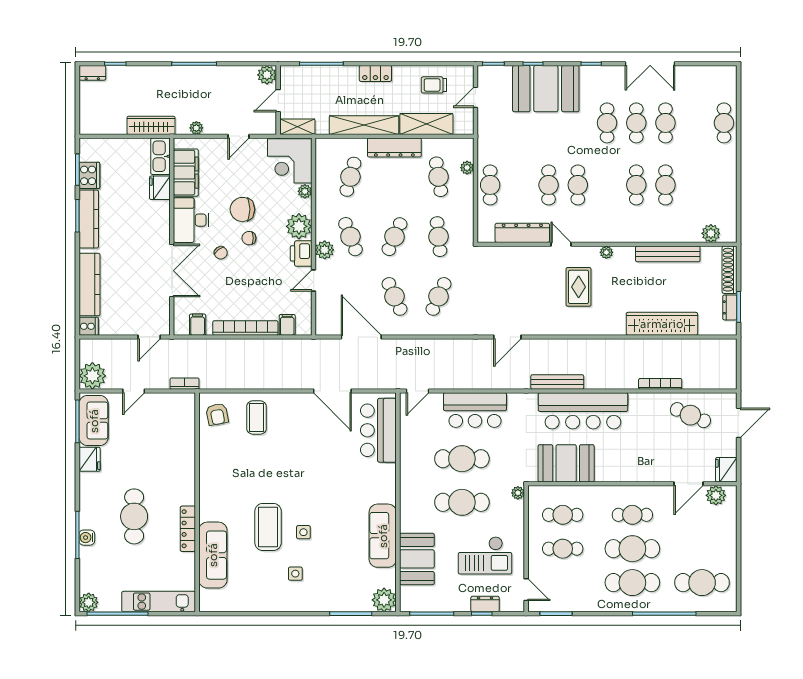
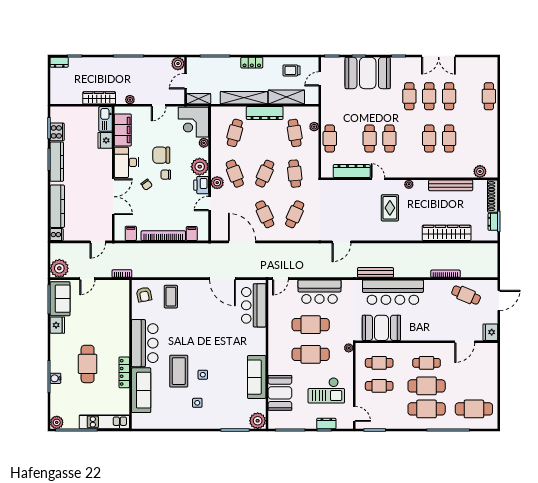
bar counter: (218, 486) -> (145, 343), added
plant: (716, 495) -> (483, 350), removed

